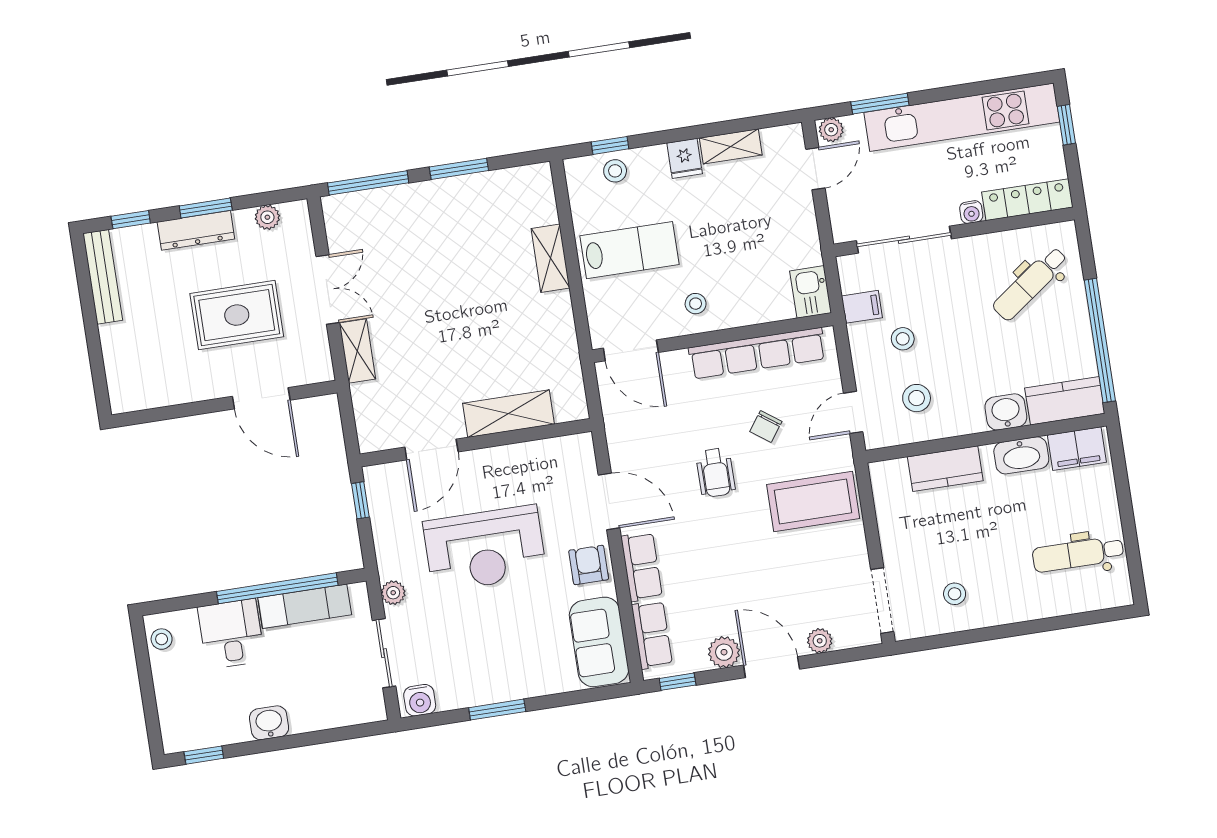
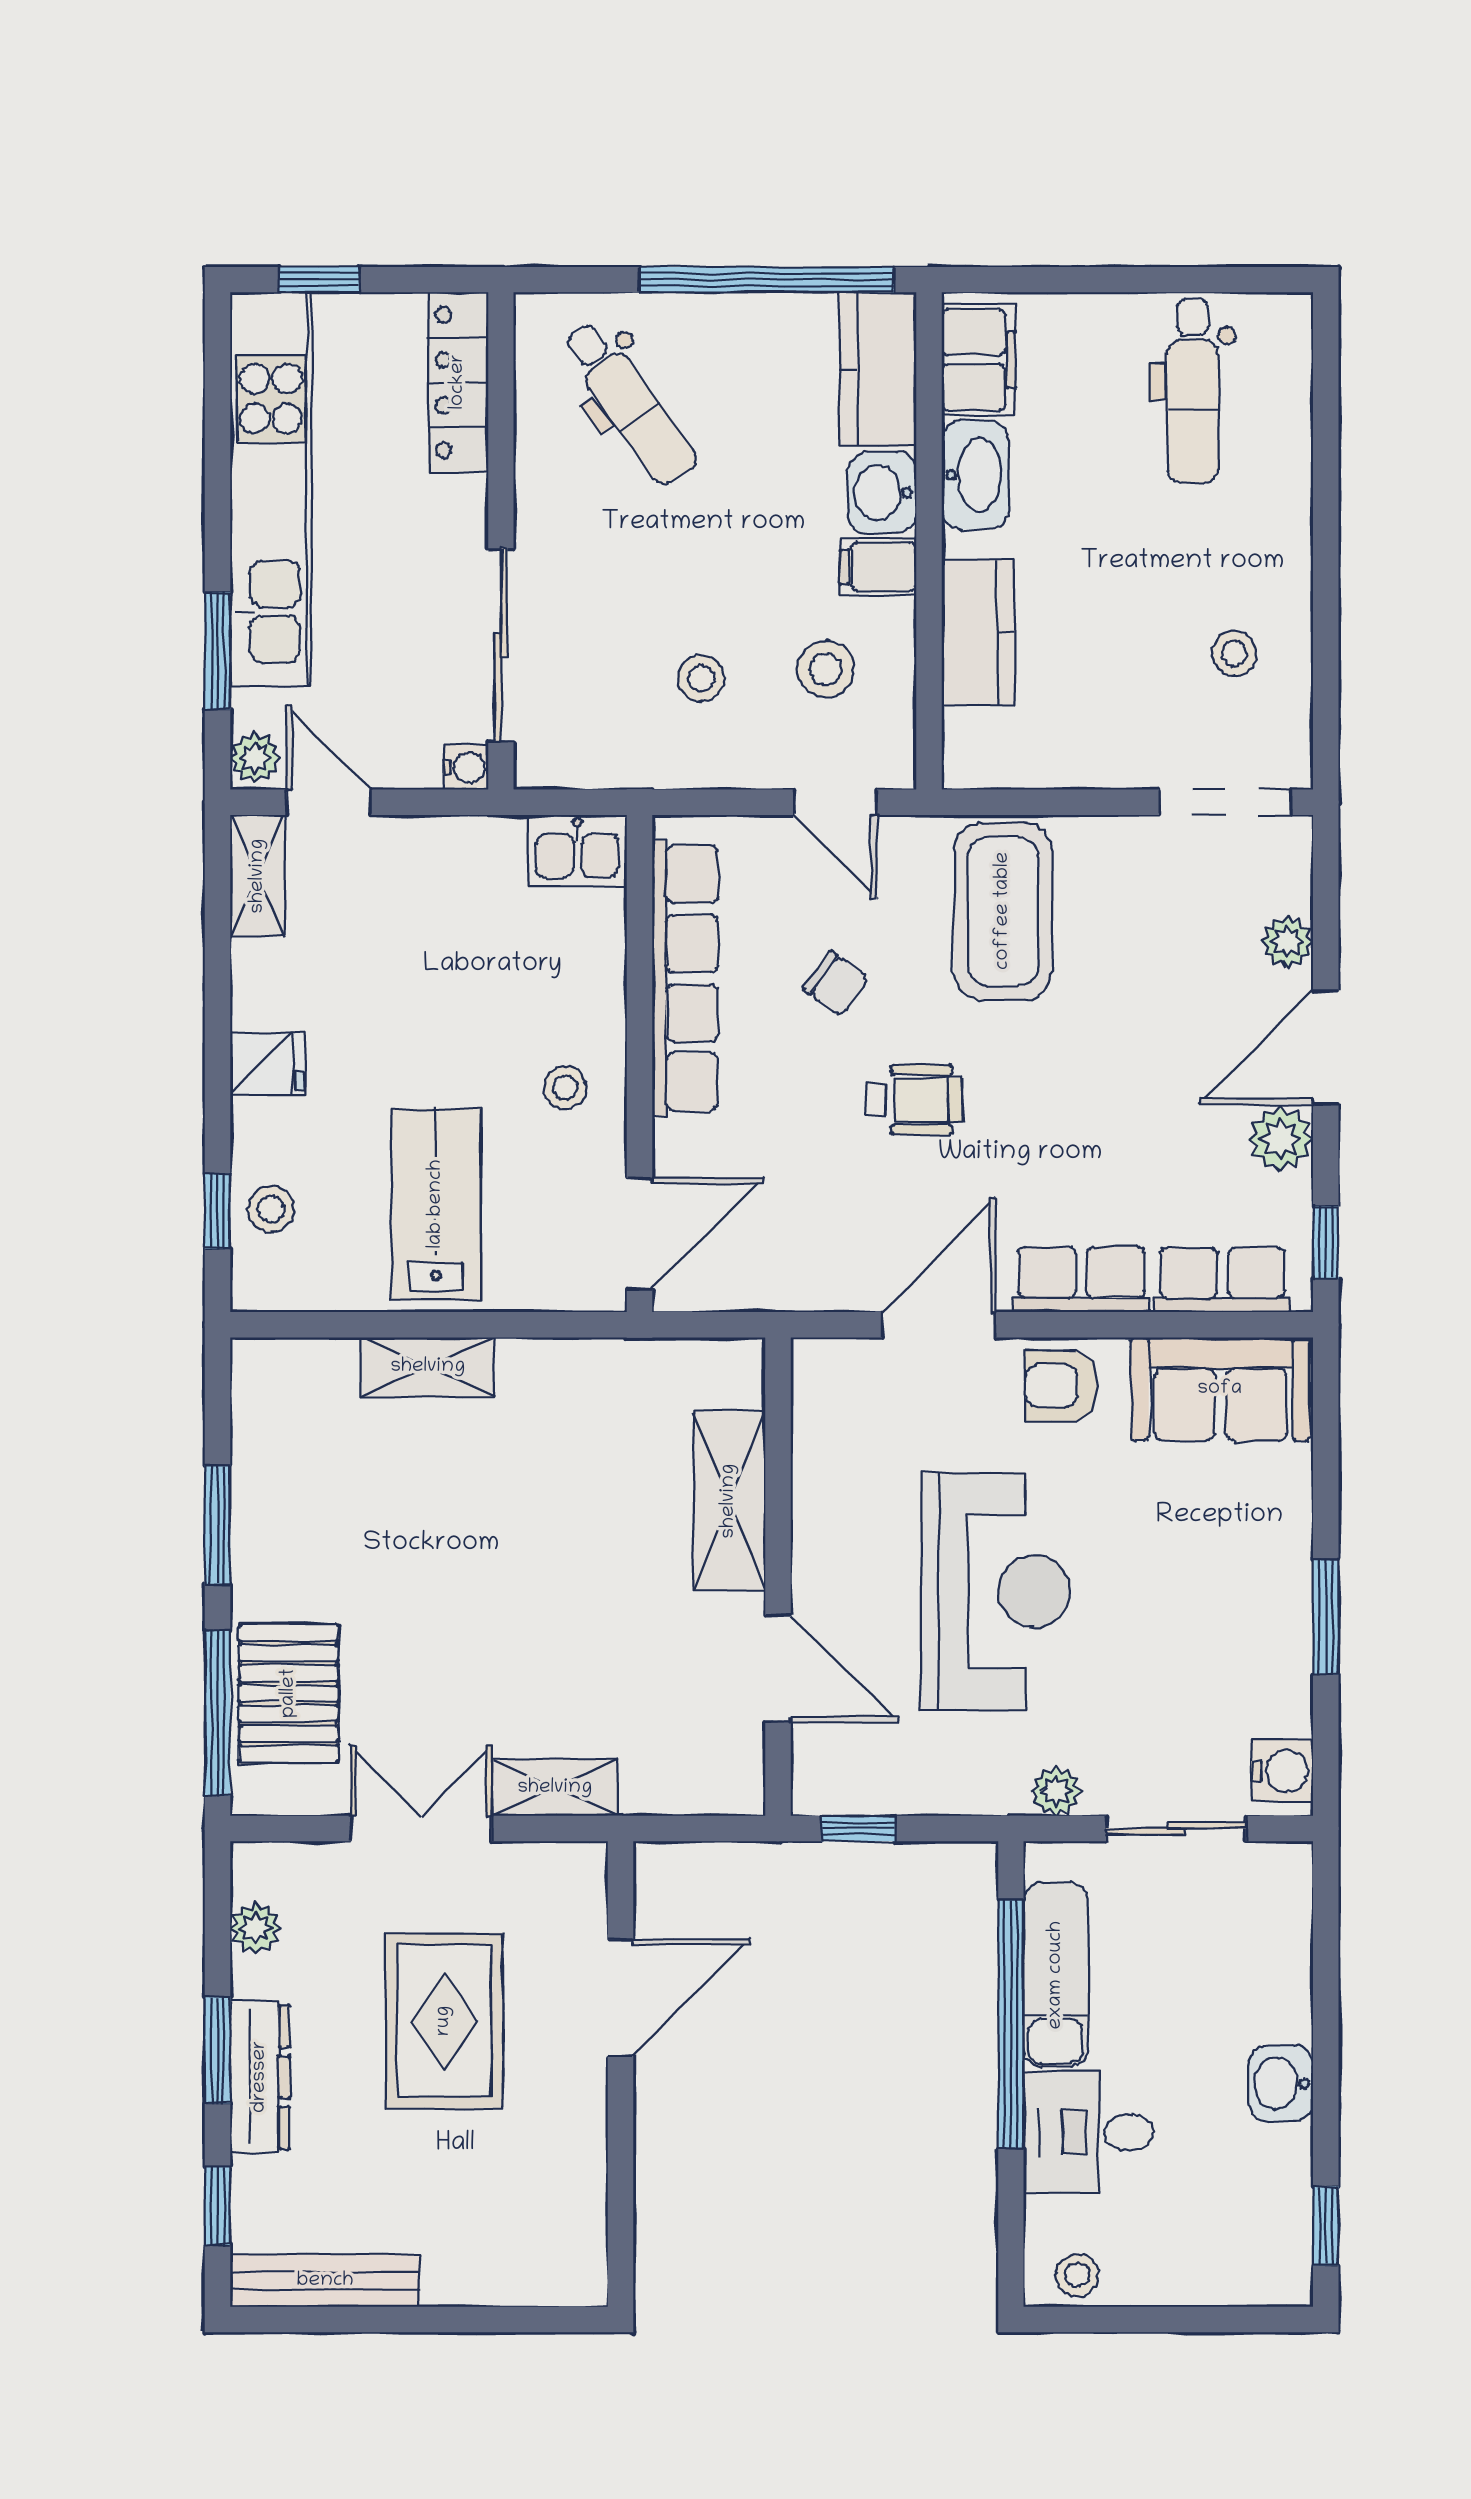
shelving: (731, 146) -> (258, 876), moved
water cooler: (971, 212) -> (466, 767), moved
pallet: (383, 216) -> (289, 1693), added
filing cabinet: (862, 307) -> (878, 567), moved, turned -90

